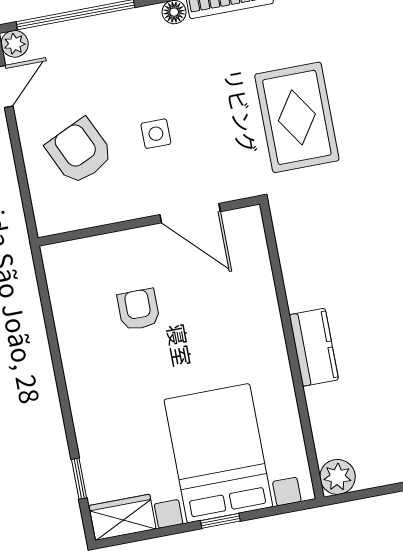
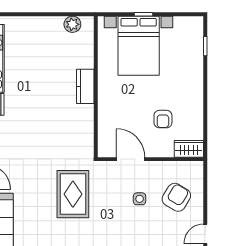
armchair: (80, 151) -> (176, 197), turned -124
plant: (338, 477) -> (72, 24), moved
wardrobe: (123, 517) -> (189, 149), moved, turned 180

